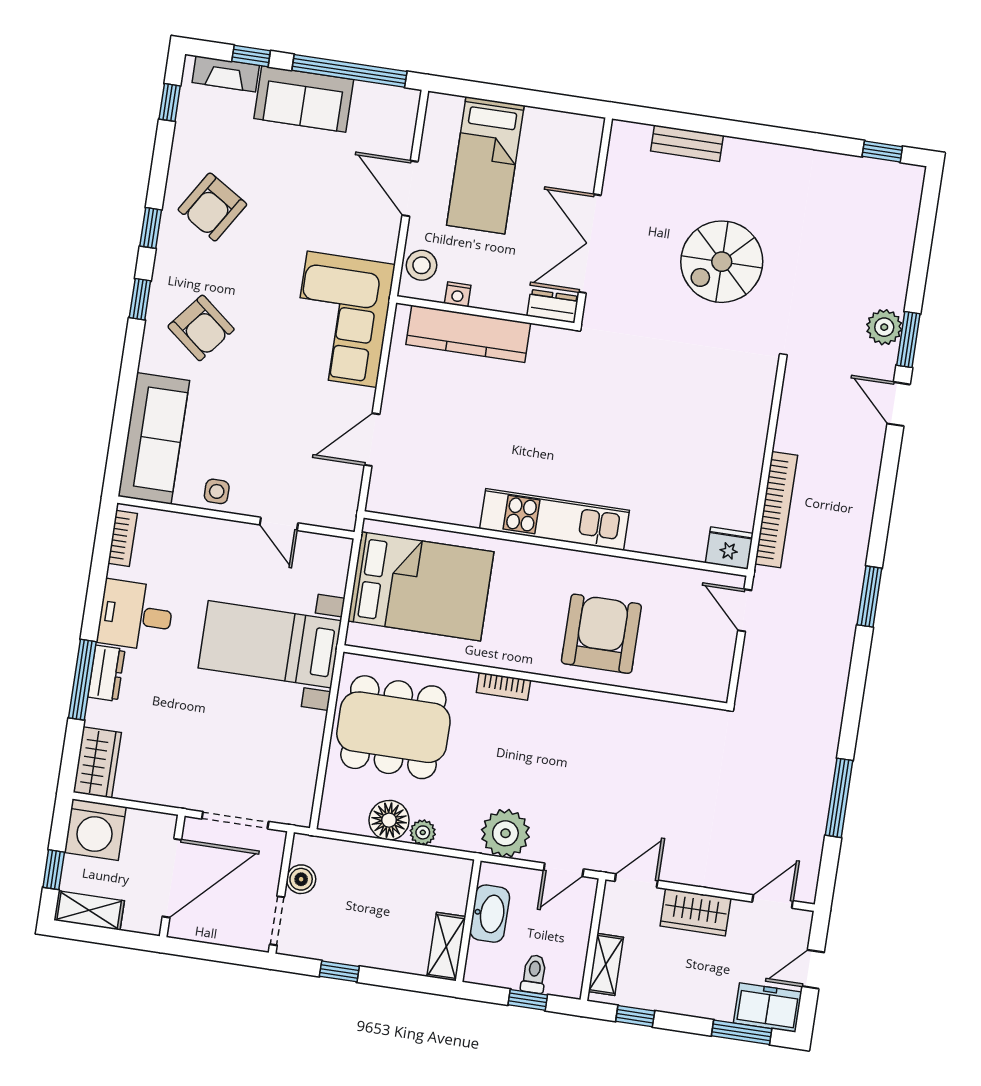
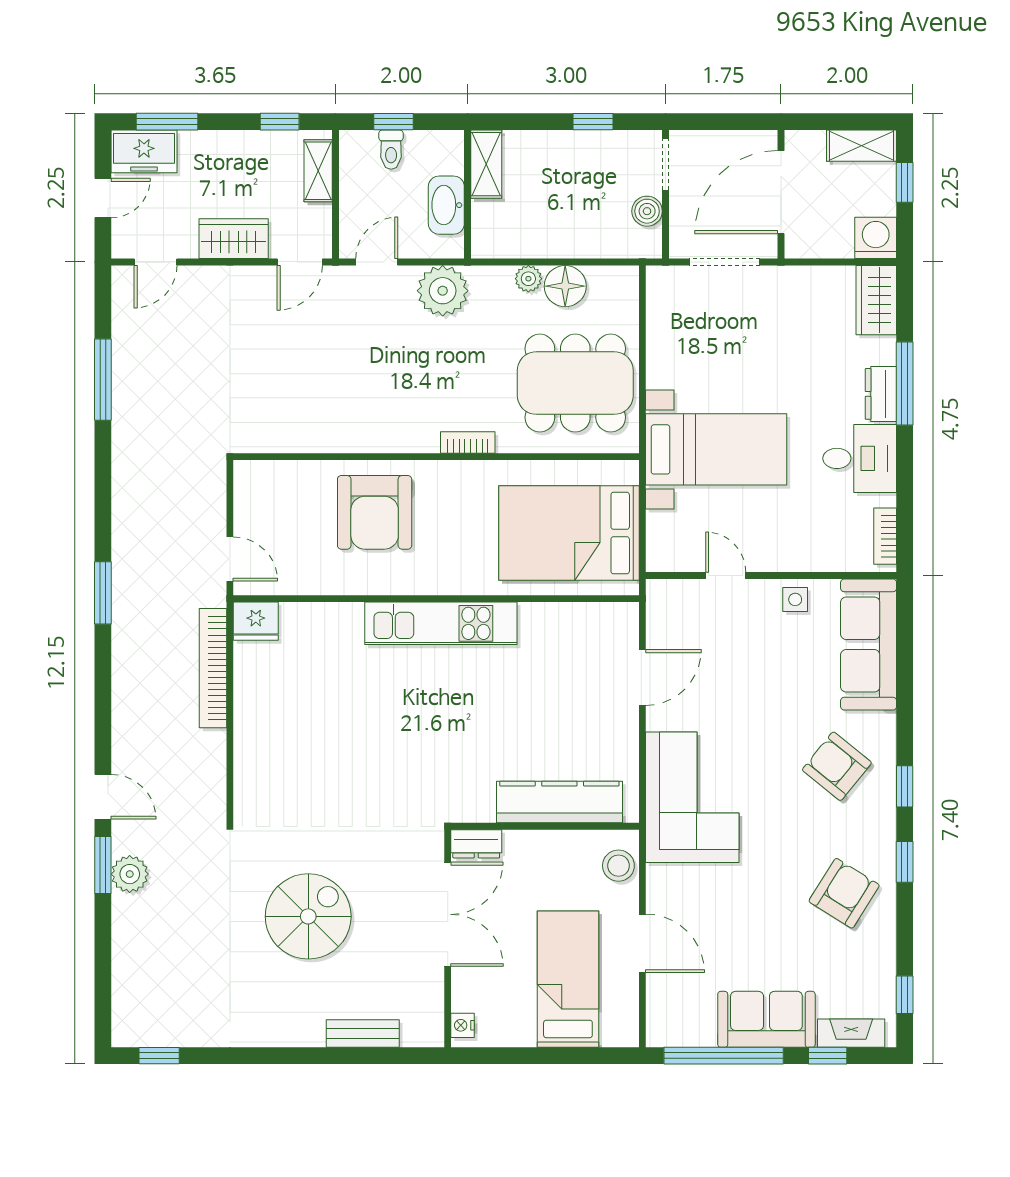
nightstand: (458, 294) -> (463, 1025), moved, turned -90
washing machine: (95, 830) -> (876, 238), width x0.73, depth x0.73

